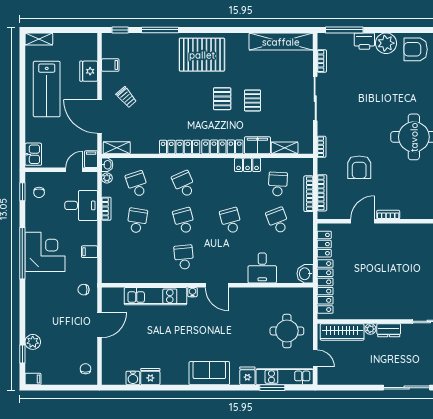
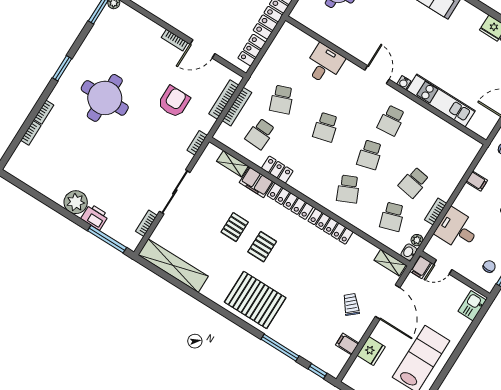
armchair: (416, 49) -> (51, 179), removed
washbasin: (305, 274) -> (287, 34), removed

